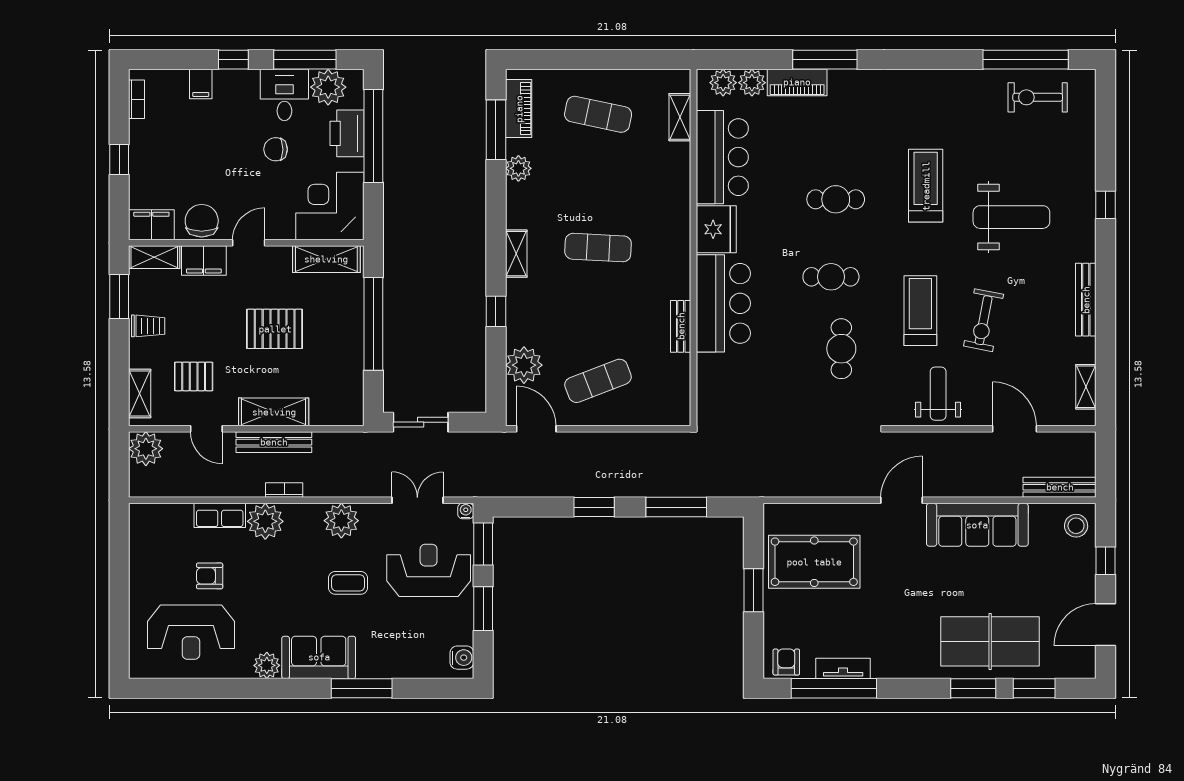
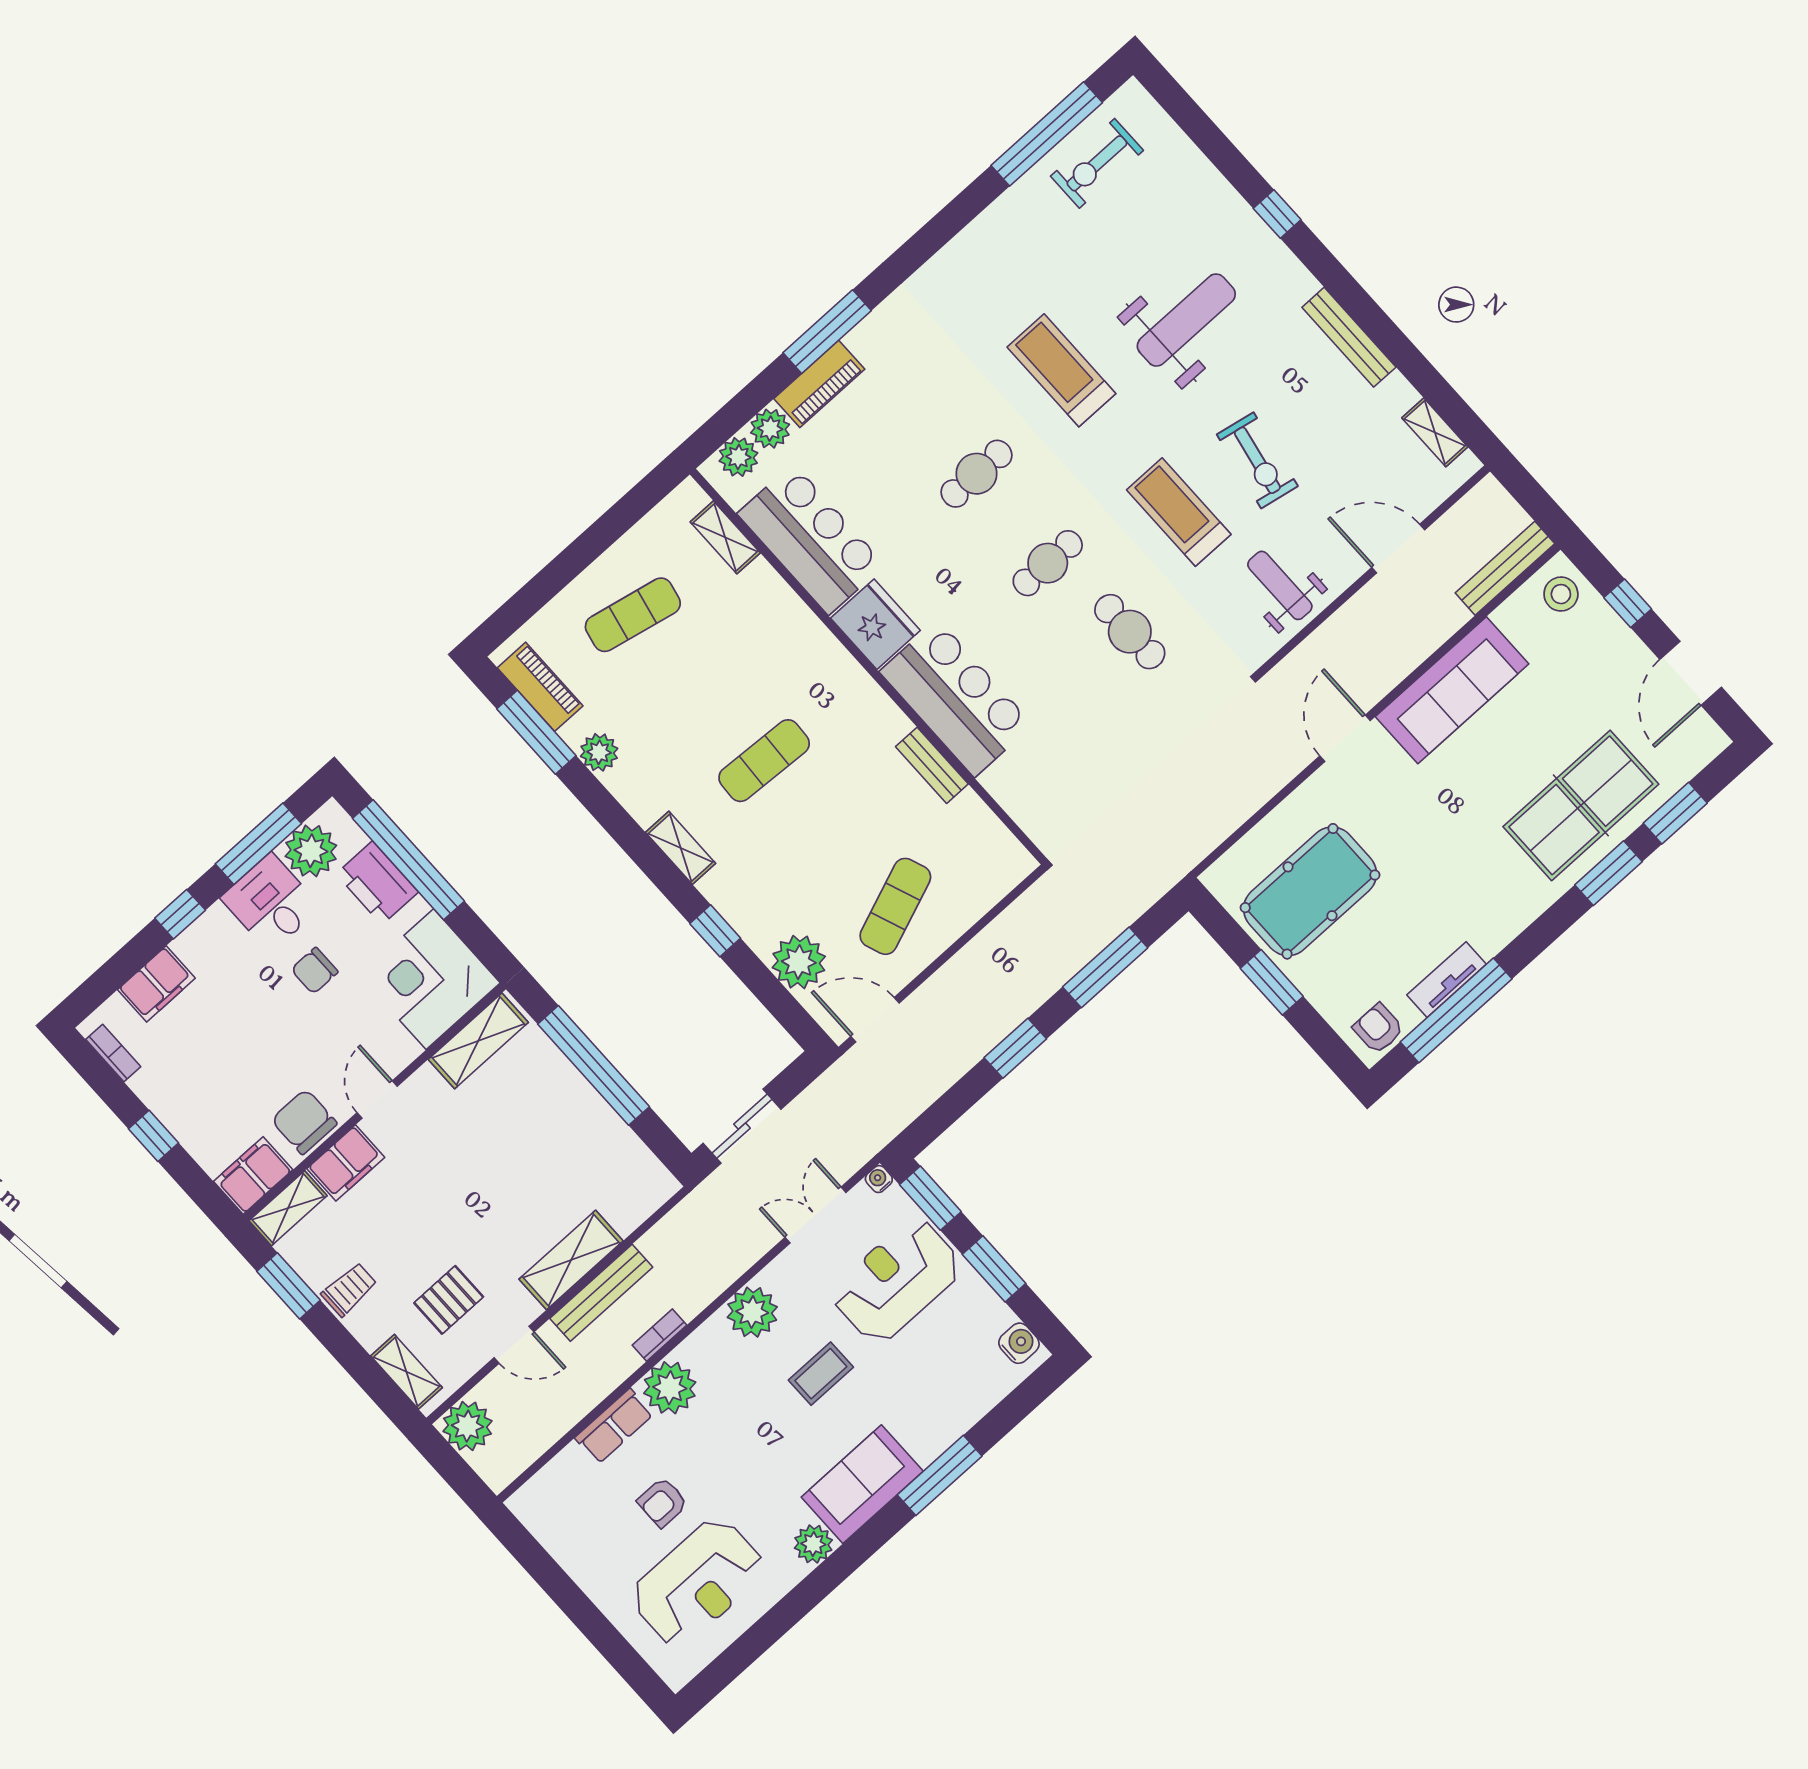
filing cabinet: (201, 84) -> (156, 984), width x2.00
pallet: (275, 329) -> (490, 1168), removed

